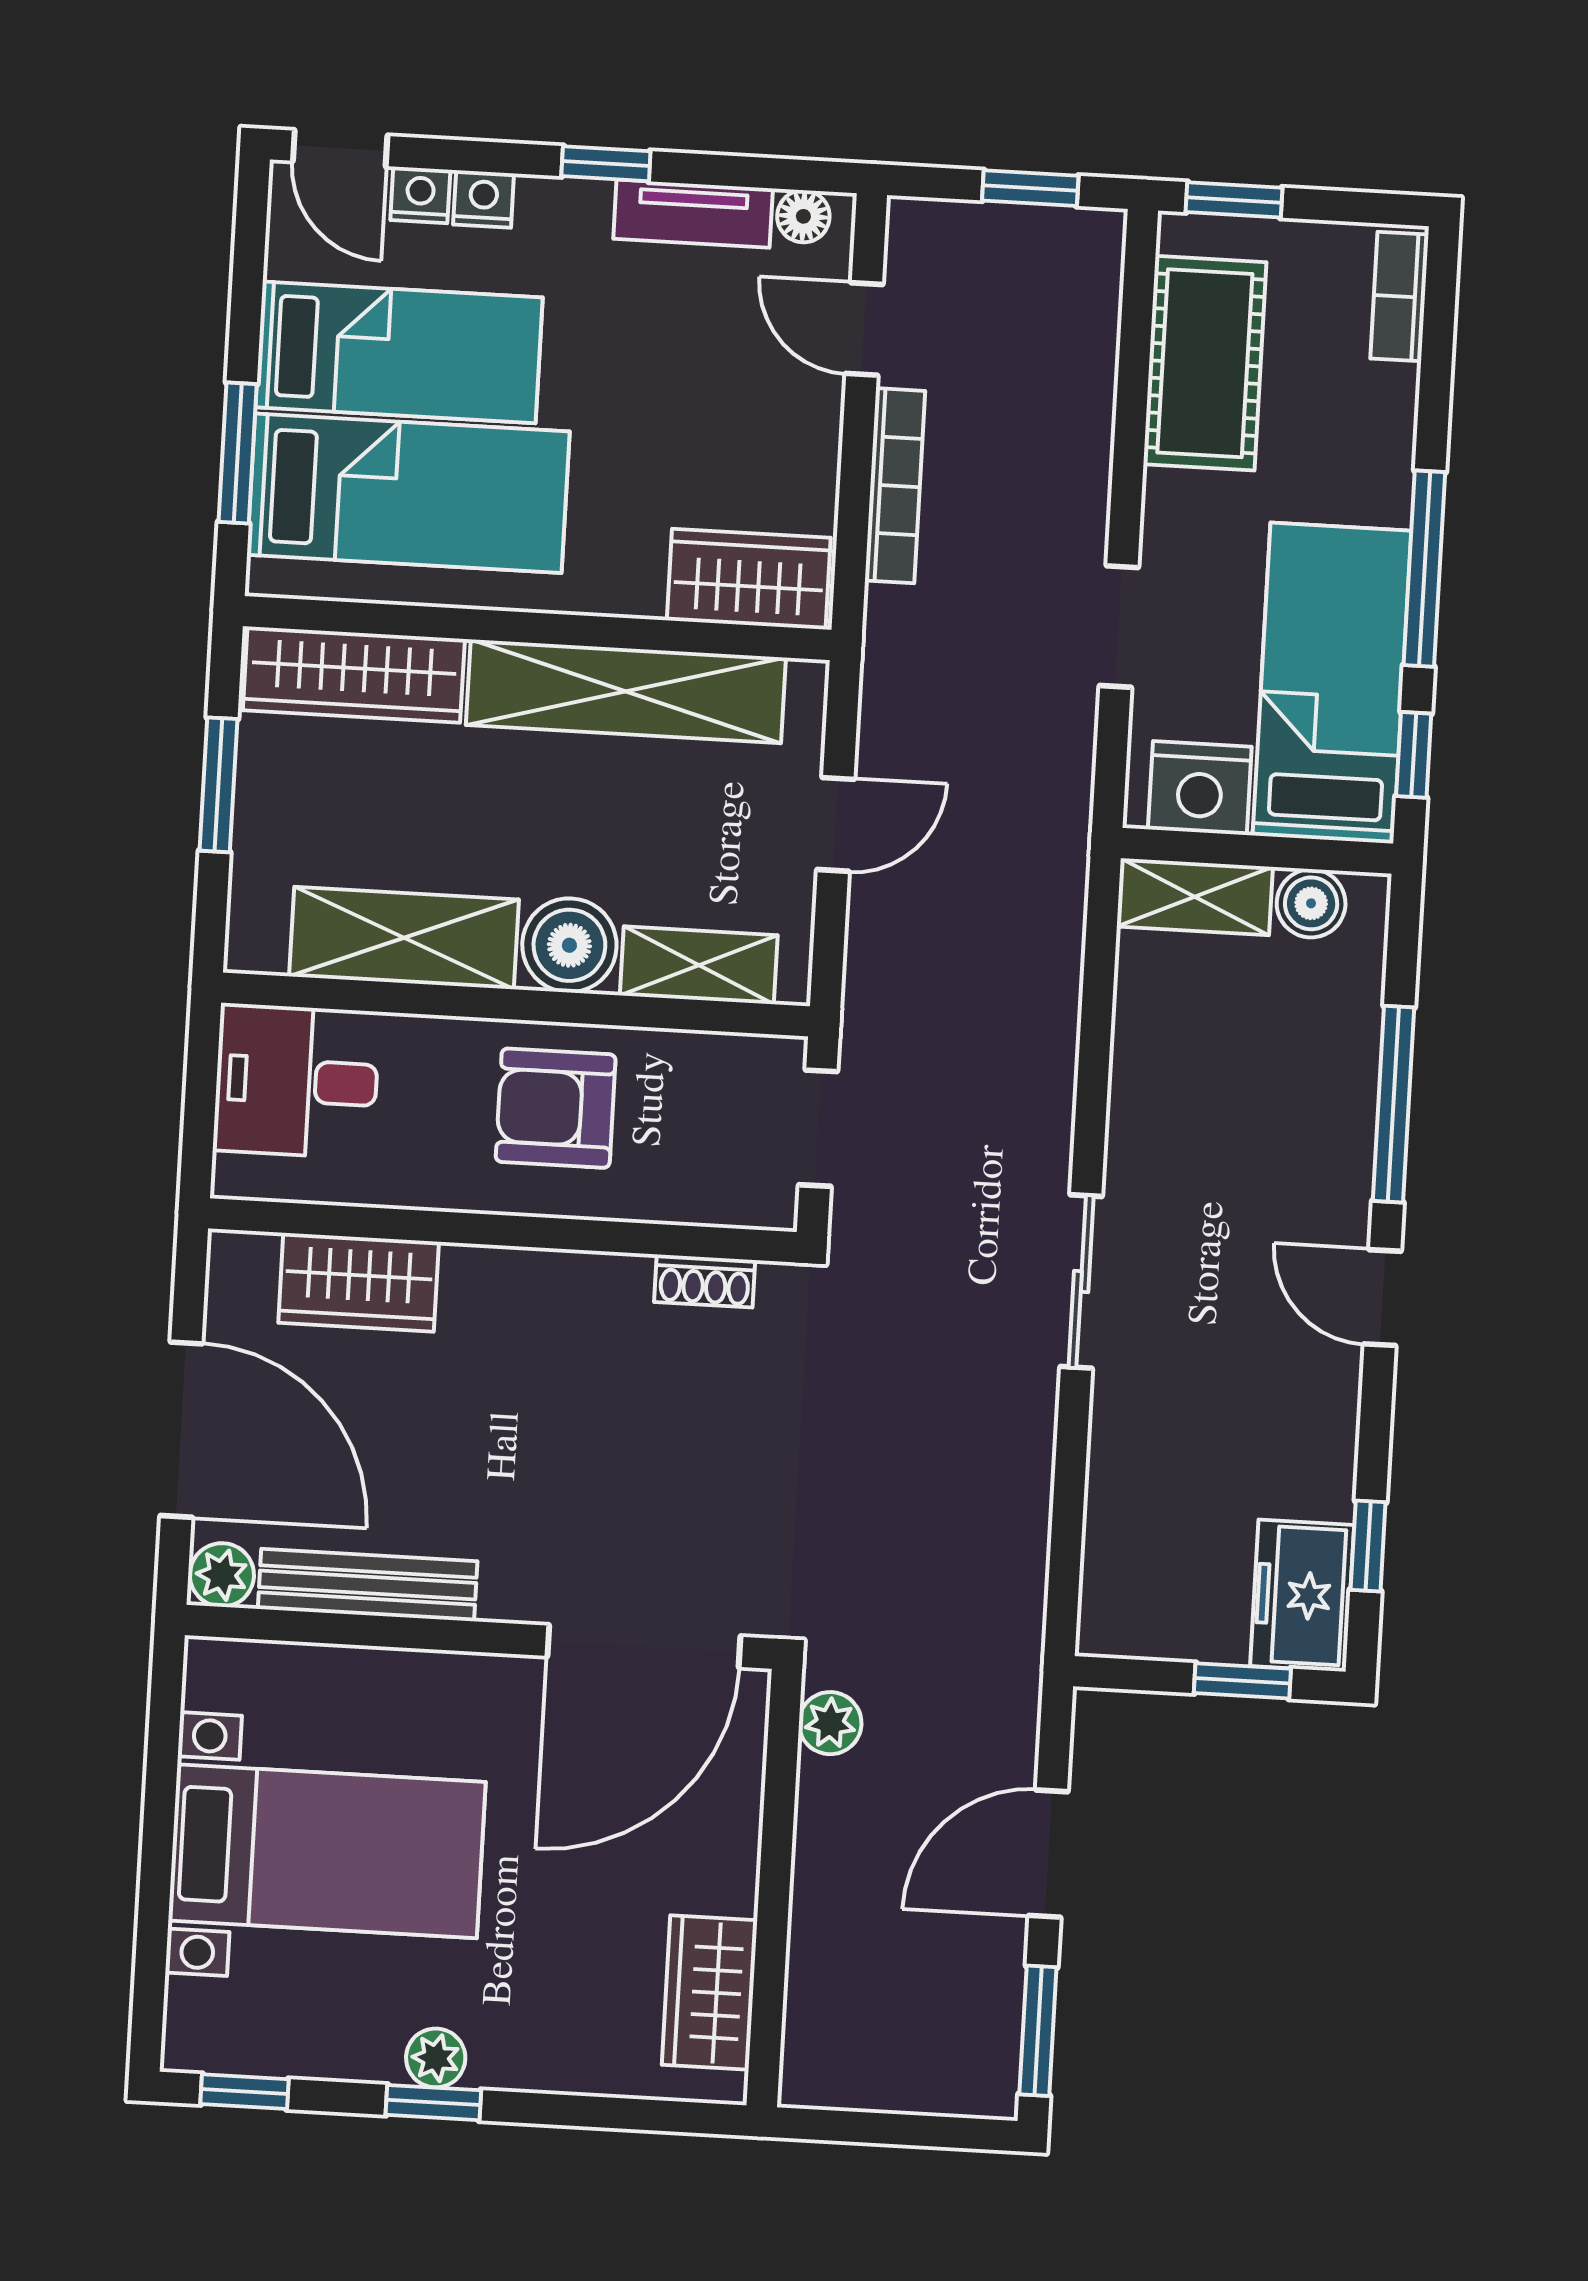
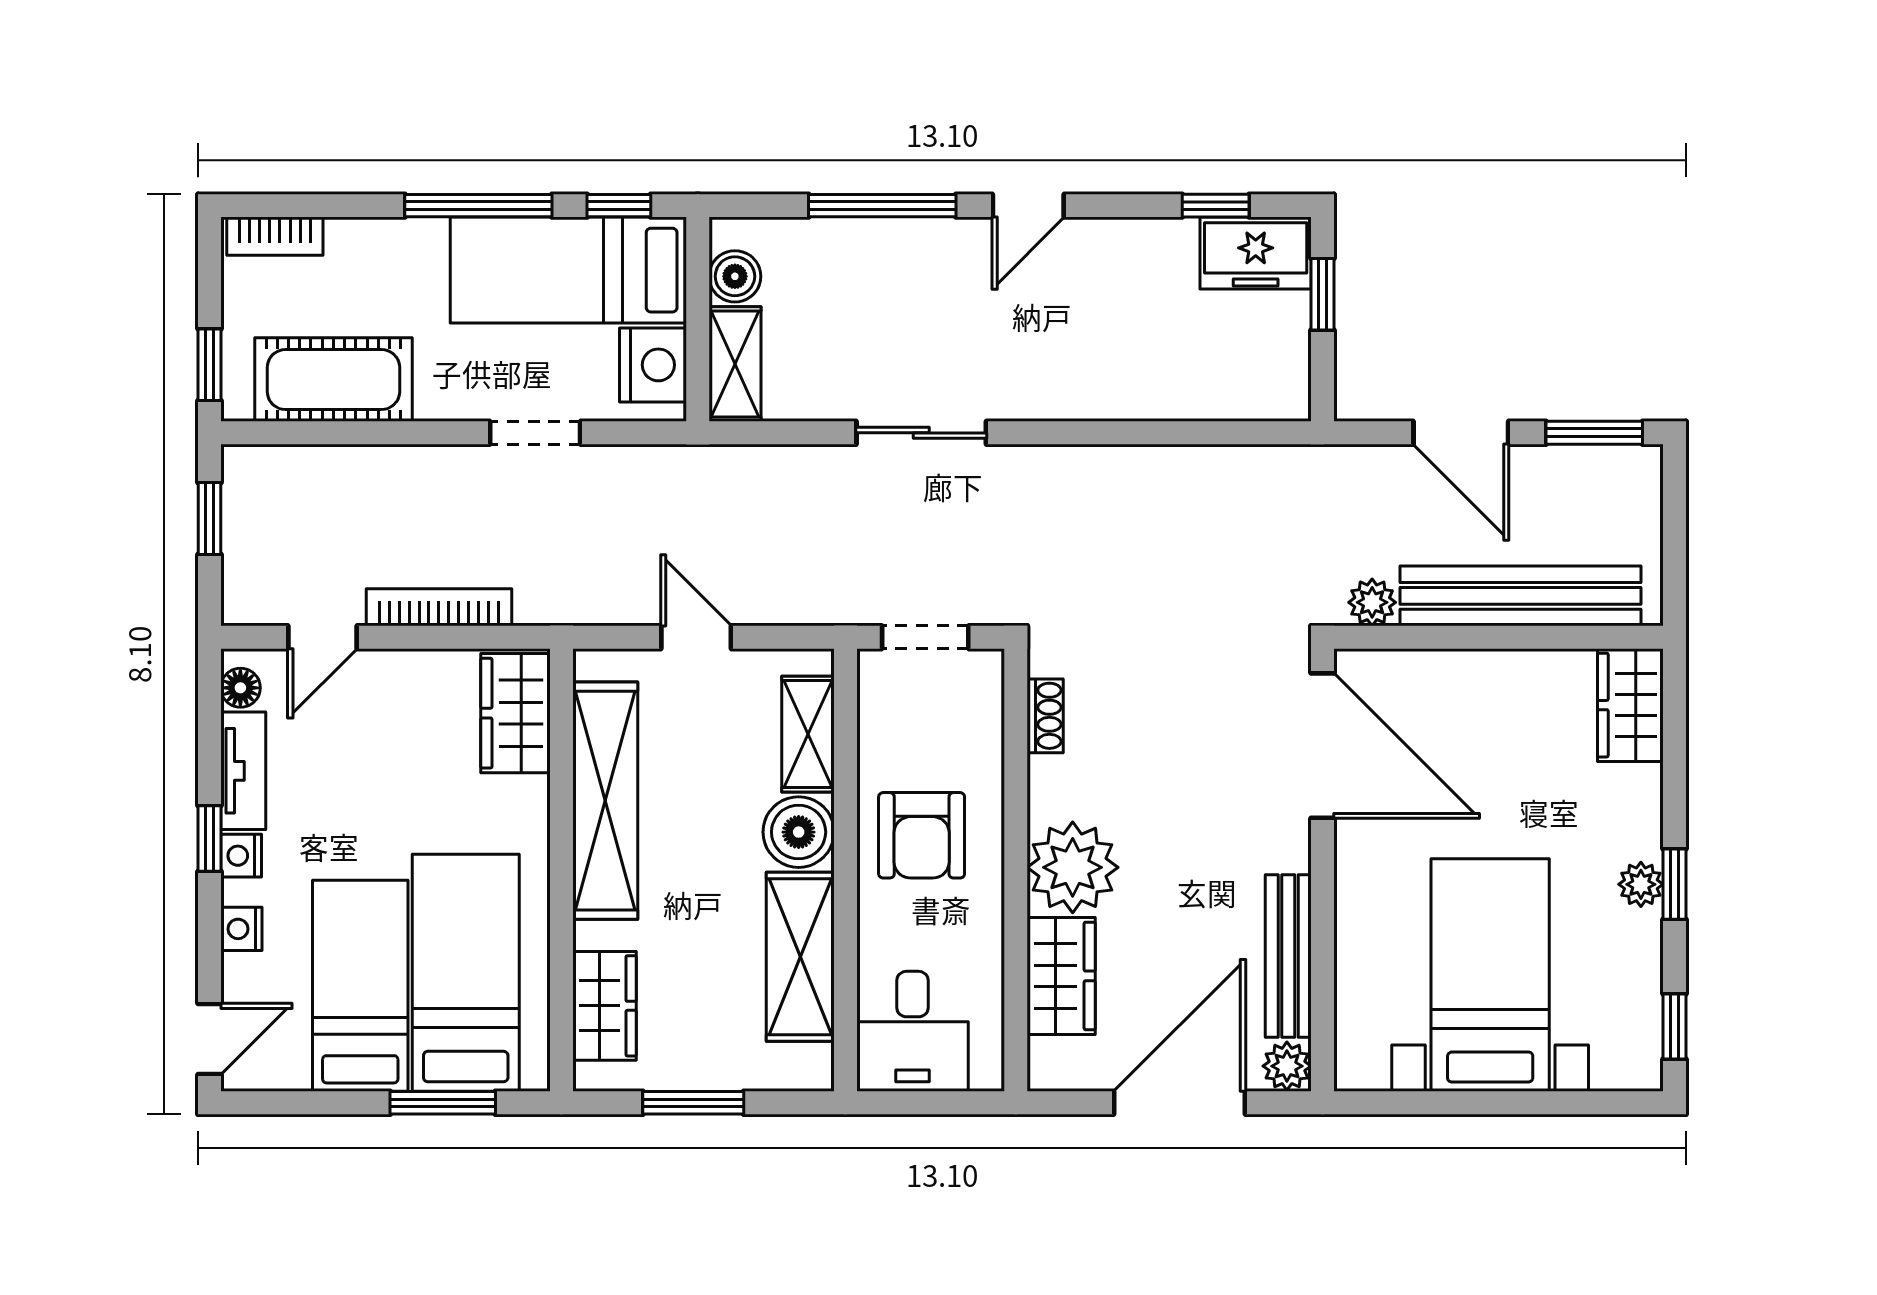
nightstand: (420, 195) -> (241, 856), moved
wardrobe: (354, 675) -> (605, 1006), width x0.67
sliding door: (1081, 1282) -> (921, 433), moved
plant: (502, 1306) -> (1073, 867), added
bench: (827, 1921) -> (1521, 596), added
wardrobe: (710, 1993) -> (1630, 705), moved, turned 90

